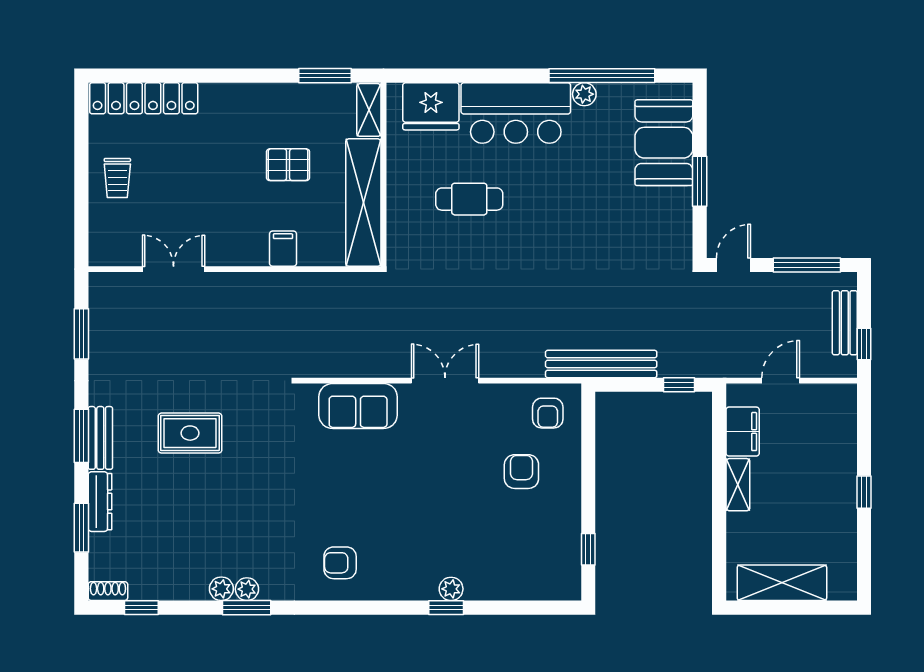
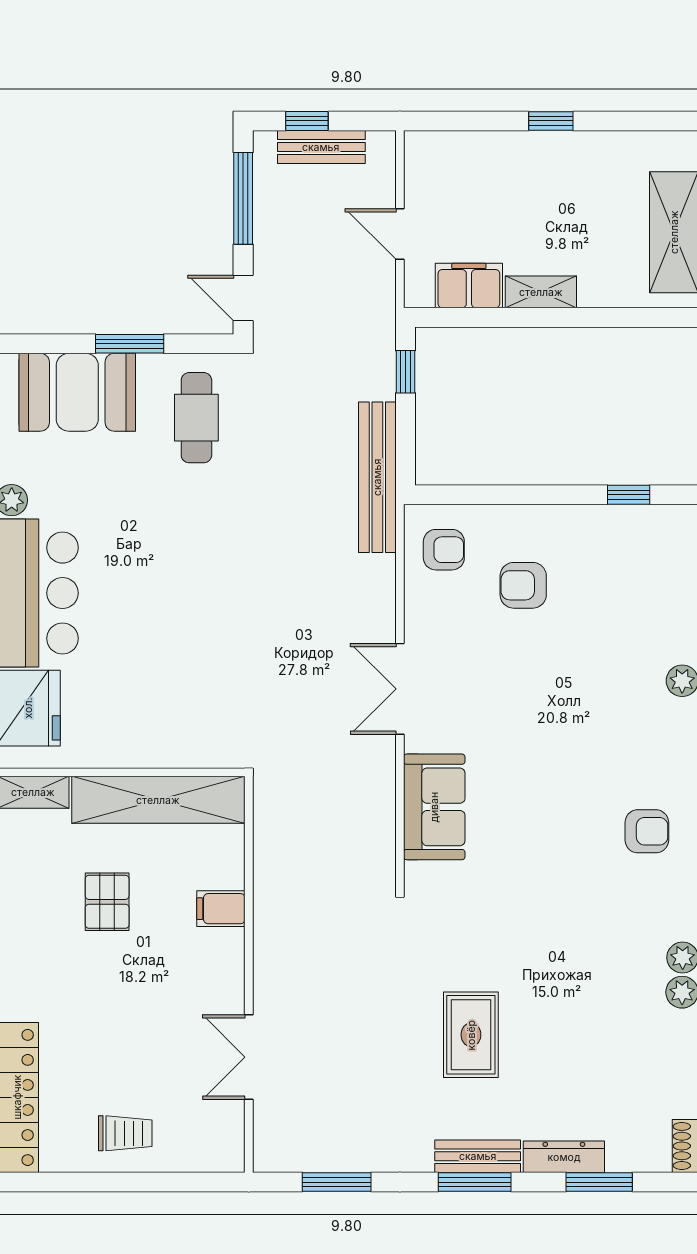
cafe table: (469, 199) -> (196, 418), moved
window: (864, 344) -> (307, 121), moved
armchair: (340, 563) -> (647, 831), turned -90

